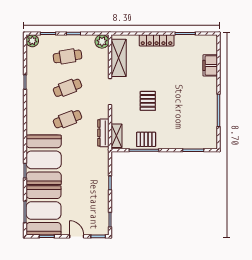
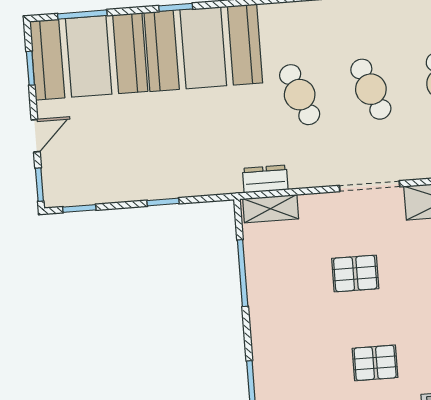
dresser: (103, 133) -> (265, 179), width x0.70
pallet: (146, 139) -> (375, 363), moved, turned 90

